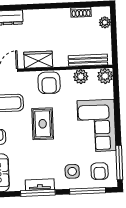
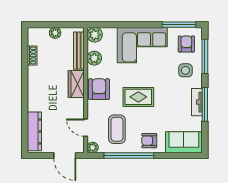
plant: (105, 22) -> (55, 33), moved
wardrobe: (38, 60) -> (76, 84), moved
armchair: (49, 83) -> (99, 89), turned -90
armchair: (100, 171) -> (186, 44), turned -90

